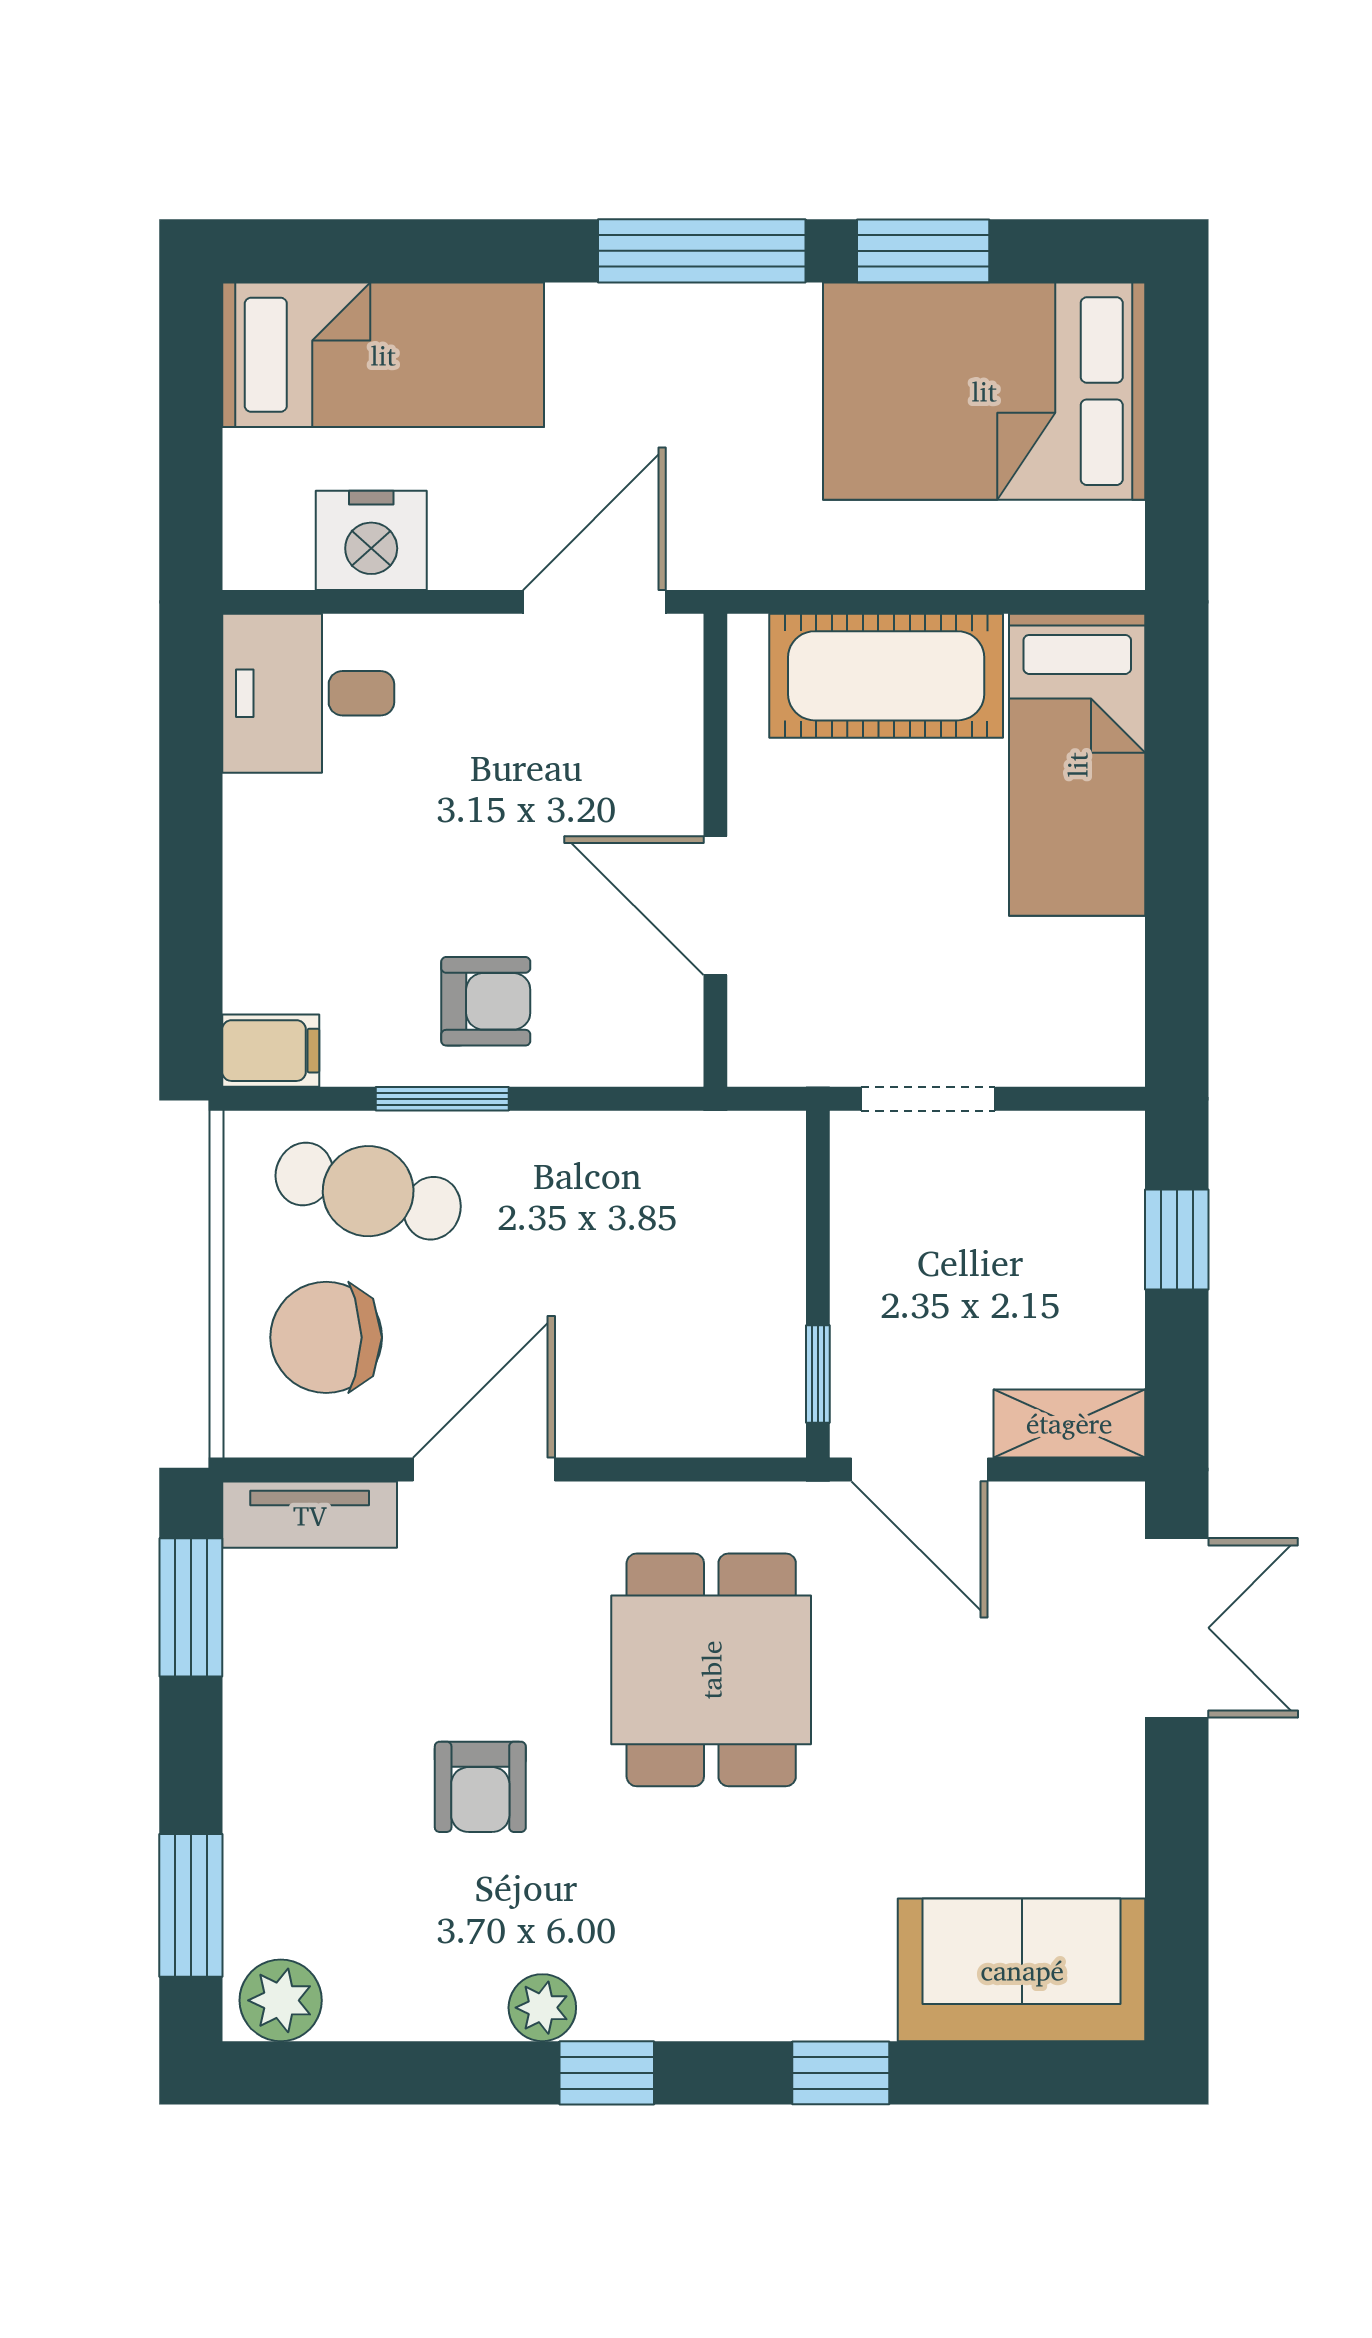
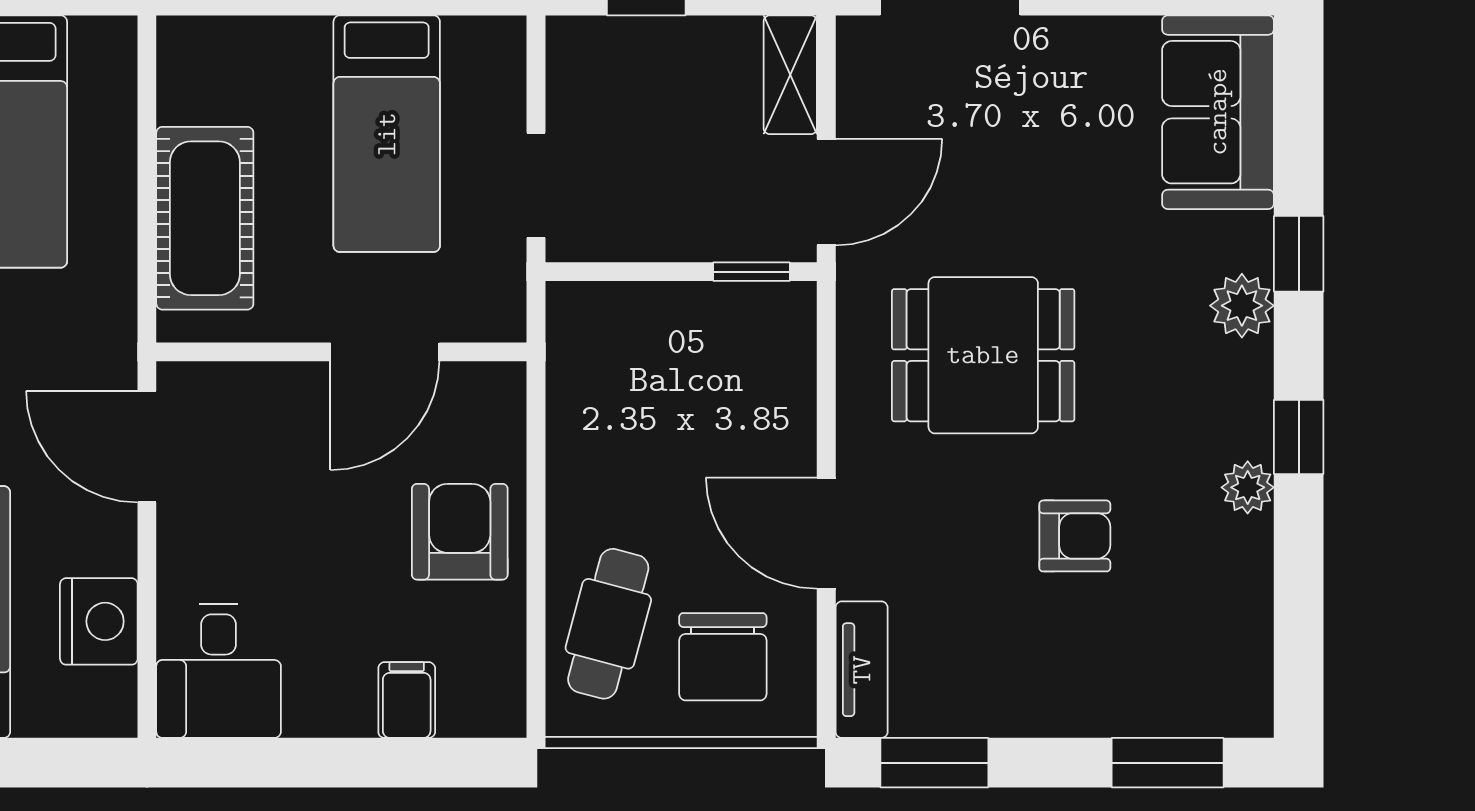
bed: (1077, 765) -> (387, 134), moved, turned 90
armchair: (486, 1001) -> (460, 532), width x1.38, depth x1.38
filing cabinet: (271, 1051) -> (407, 700), moved
window: (442, 1099) -> (536, 566), removed
plant: (281, 2000) -> (1242, 306), moved

